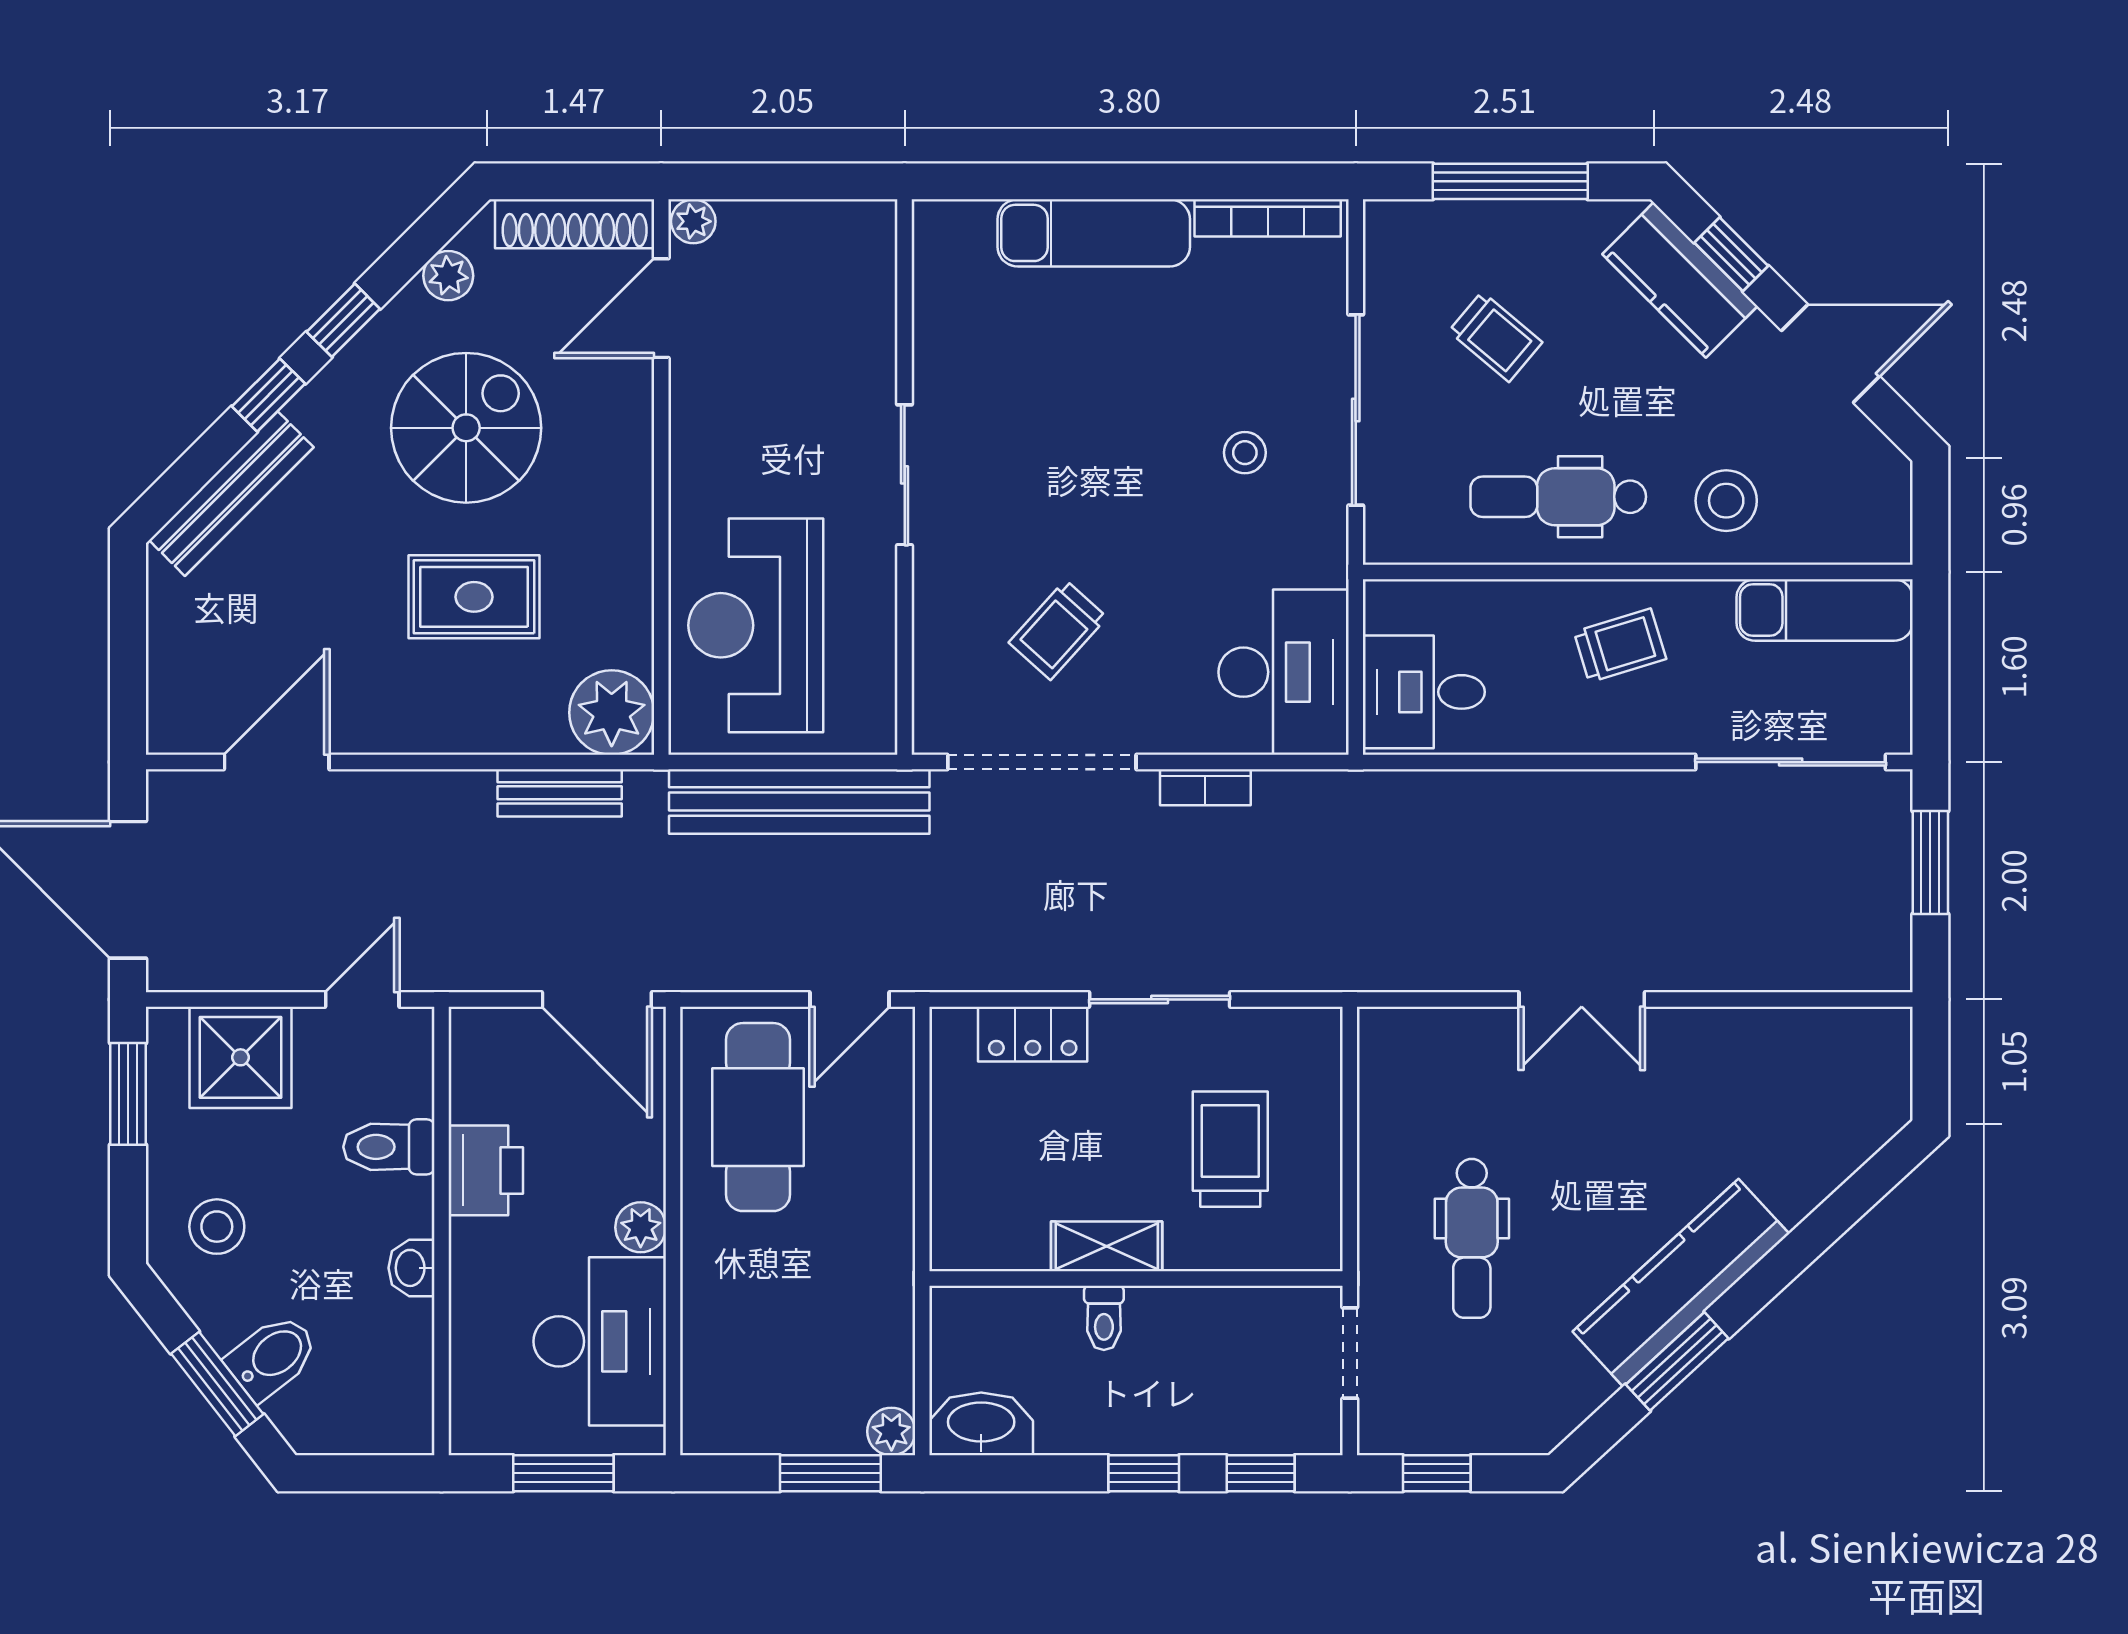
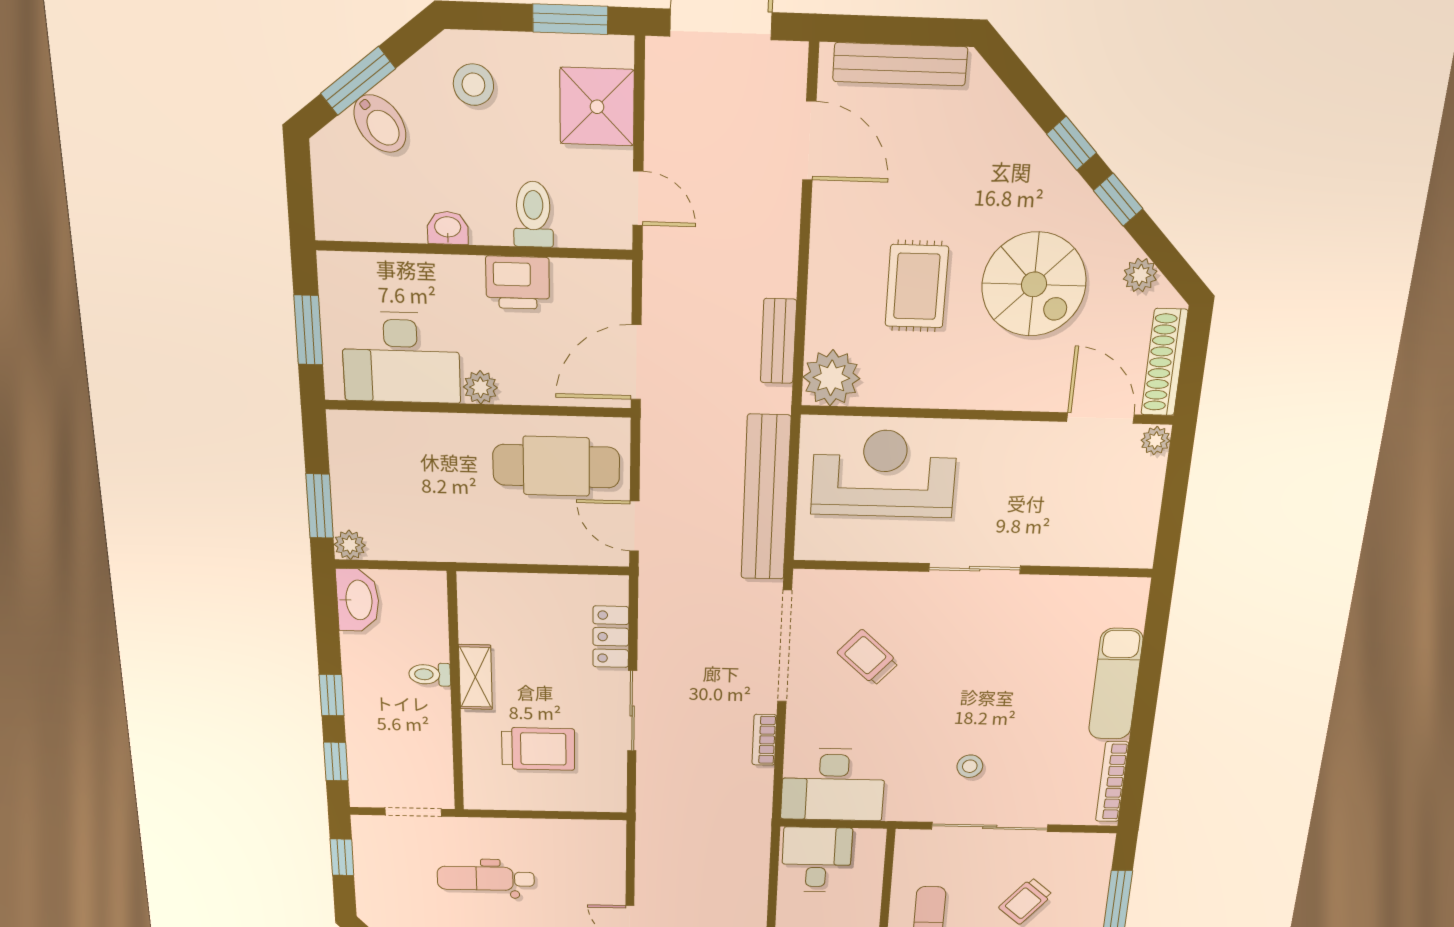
bench: (231, 494) -> (900, 64), moved, turned -45

